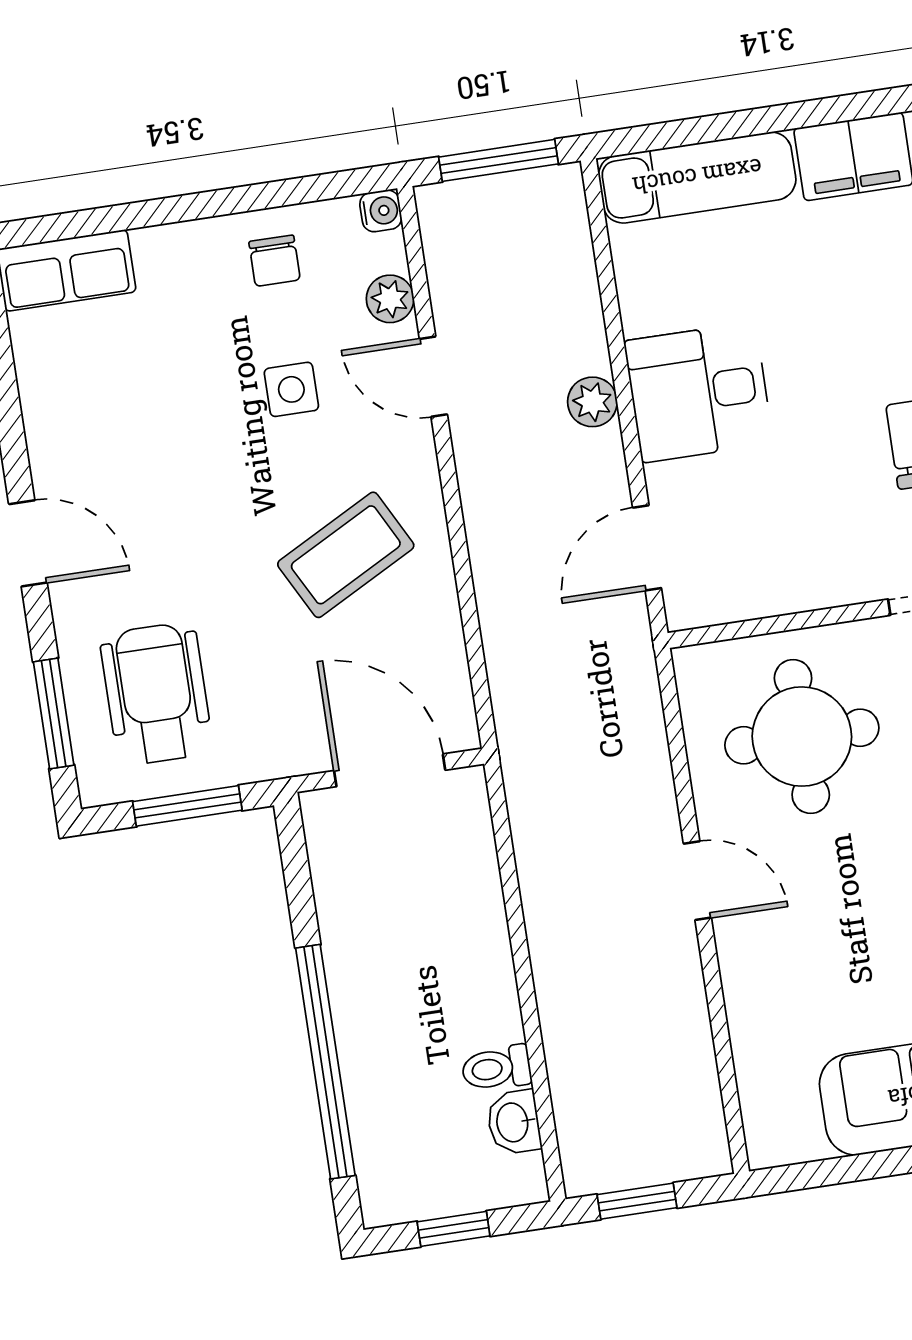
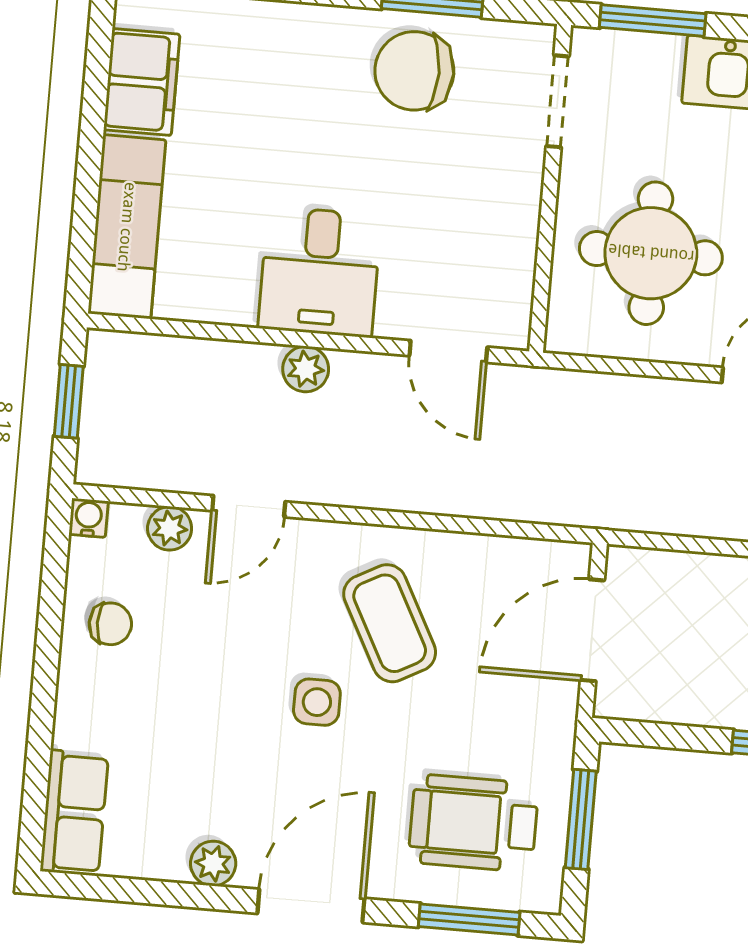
window: (499, 160) -> (69, 401), width x0.67
side table: (291, 389) -> (317, 702), moved
plant: (48, 430) -> (213, 863), added
door: (28, 543) -> (311, 906), width x1.38

